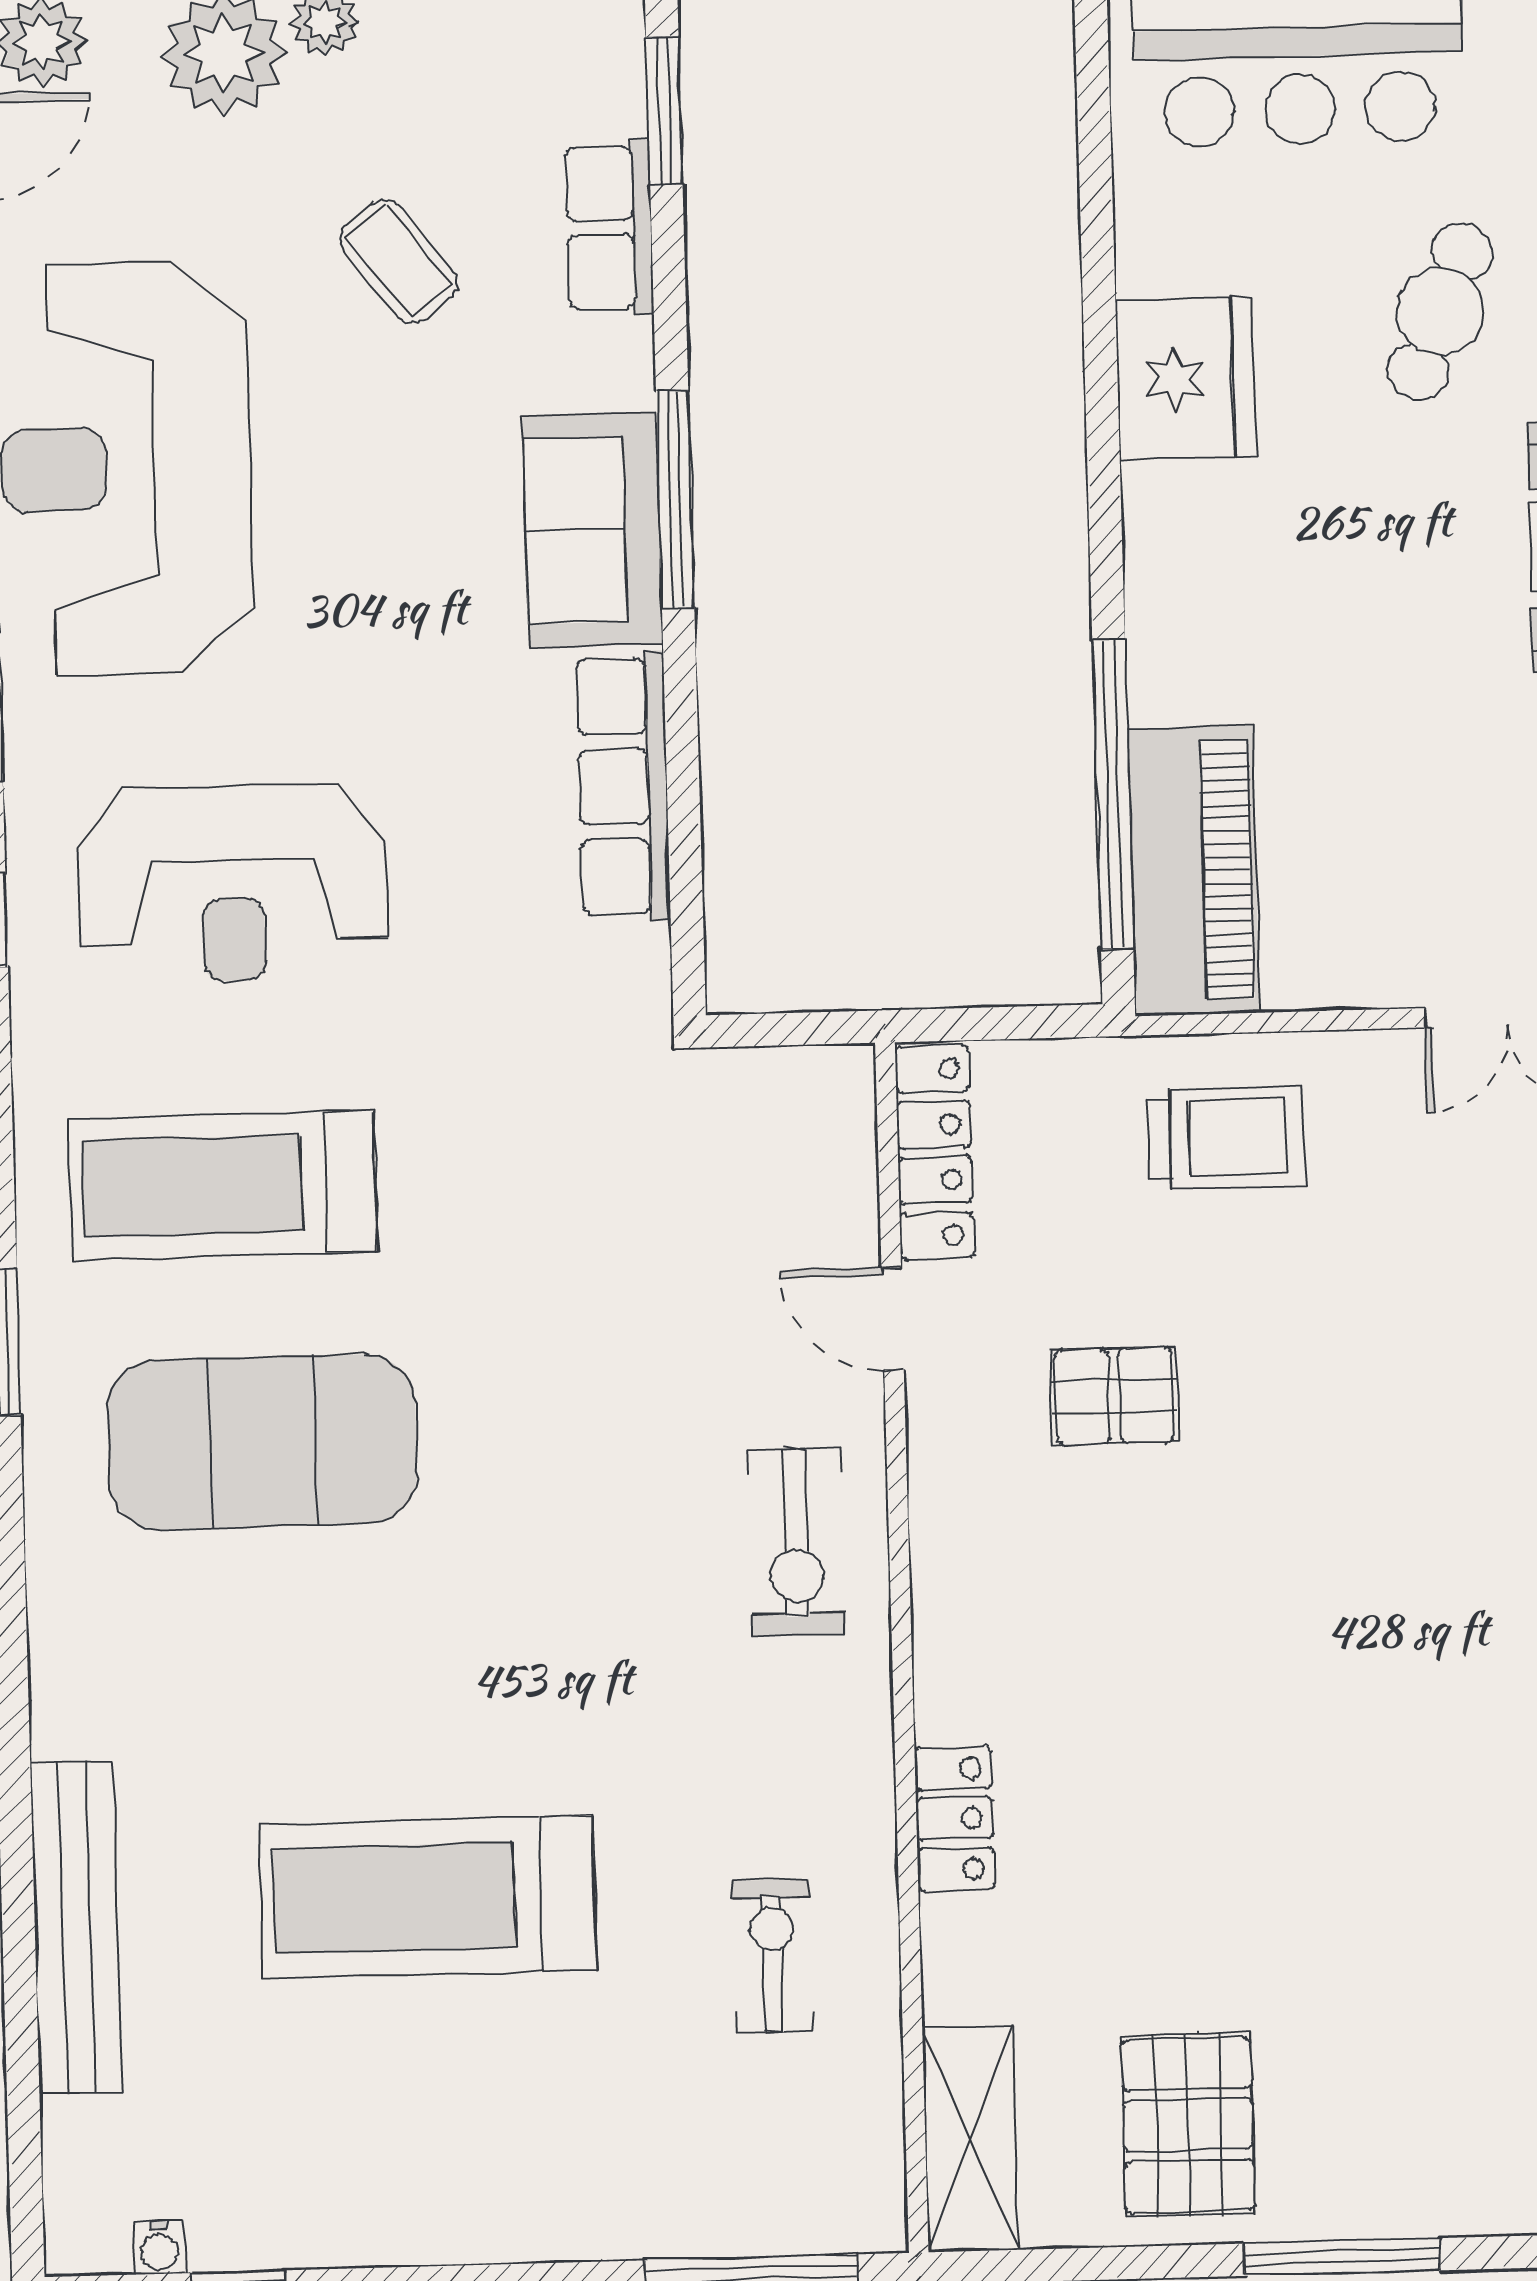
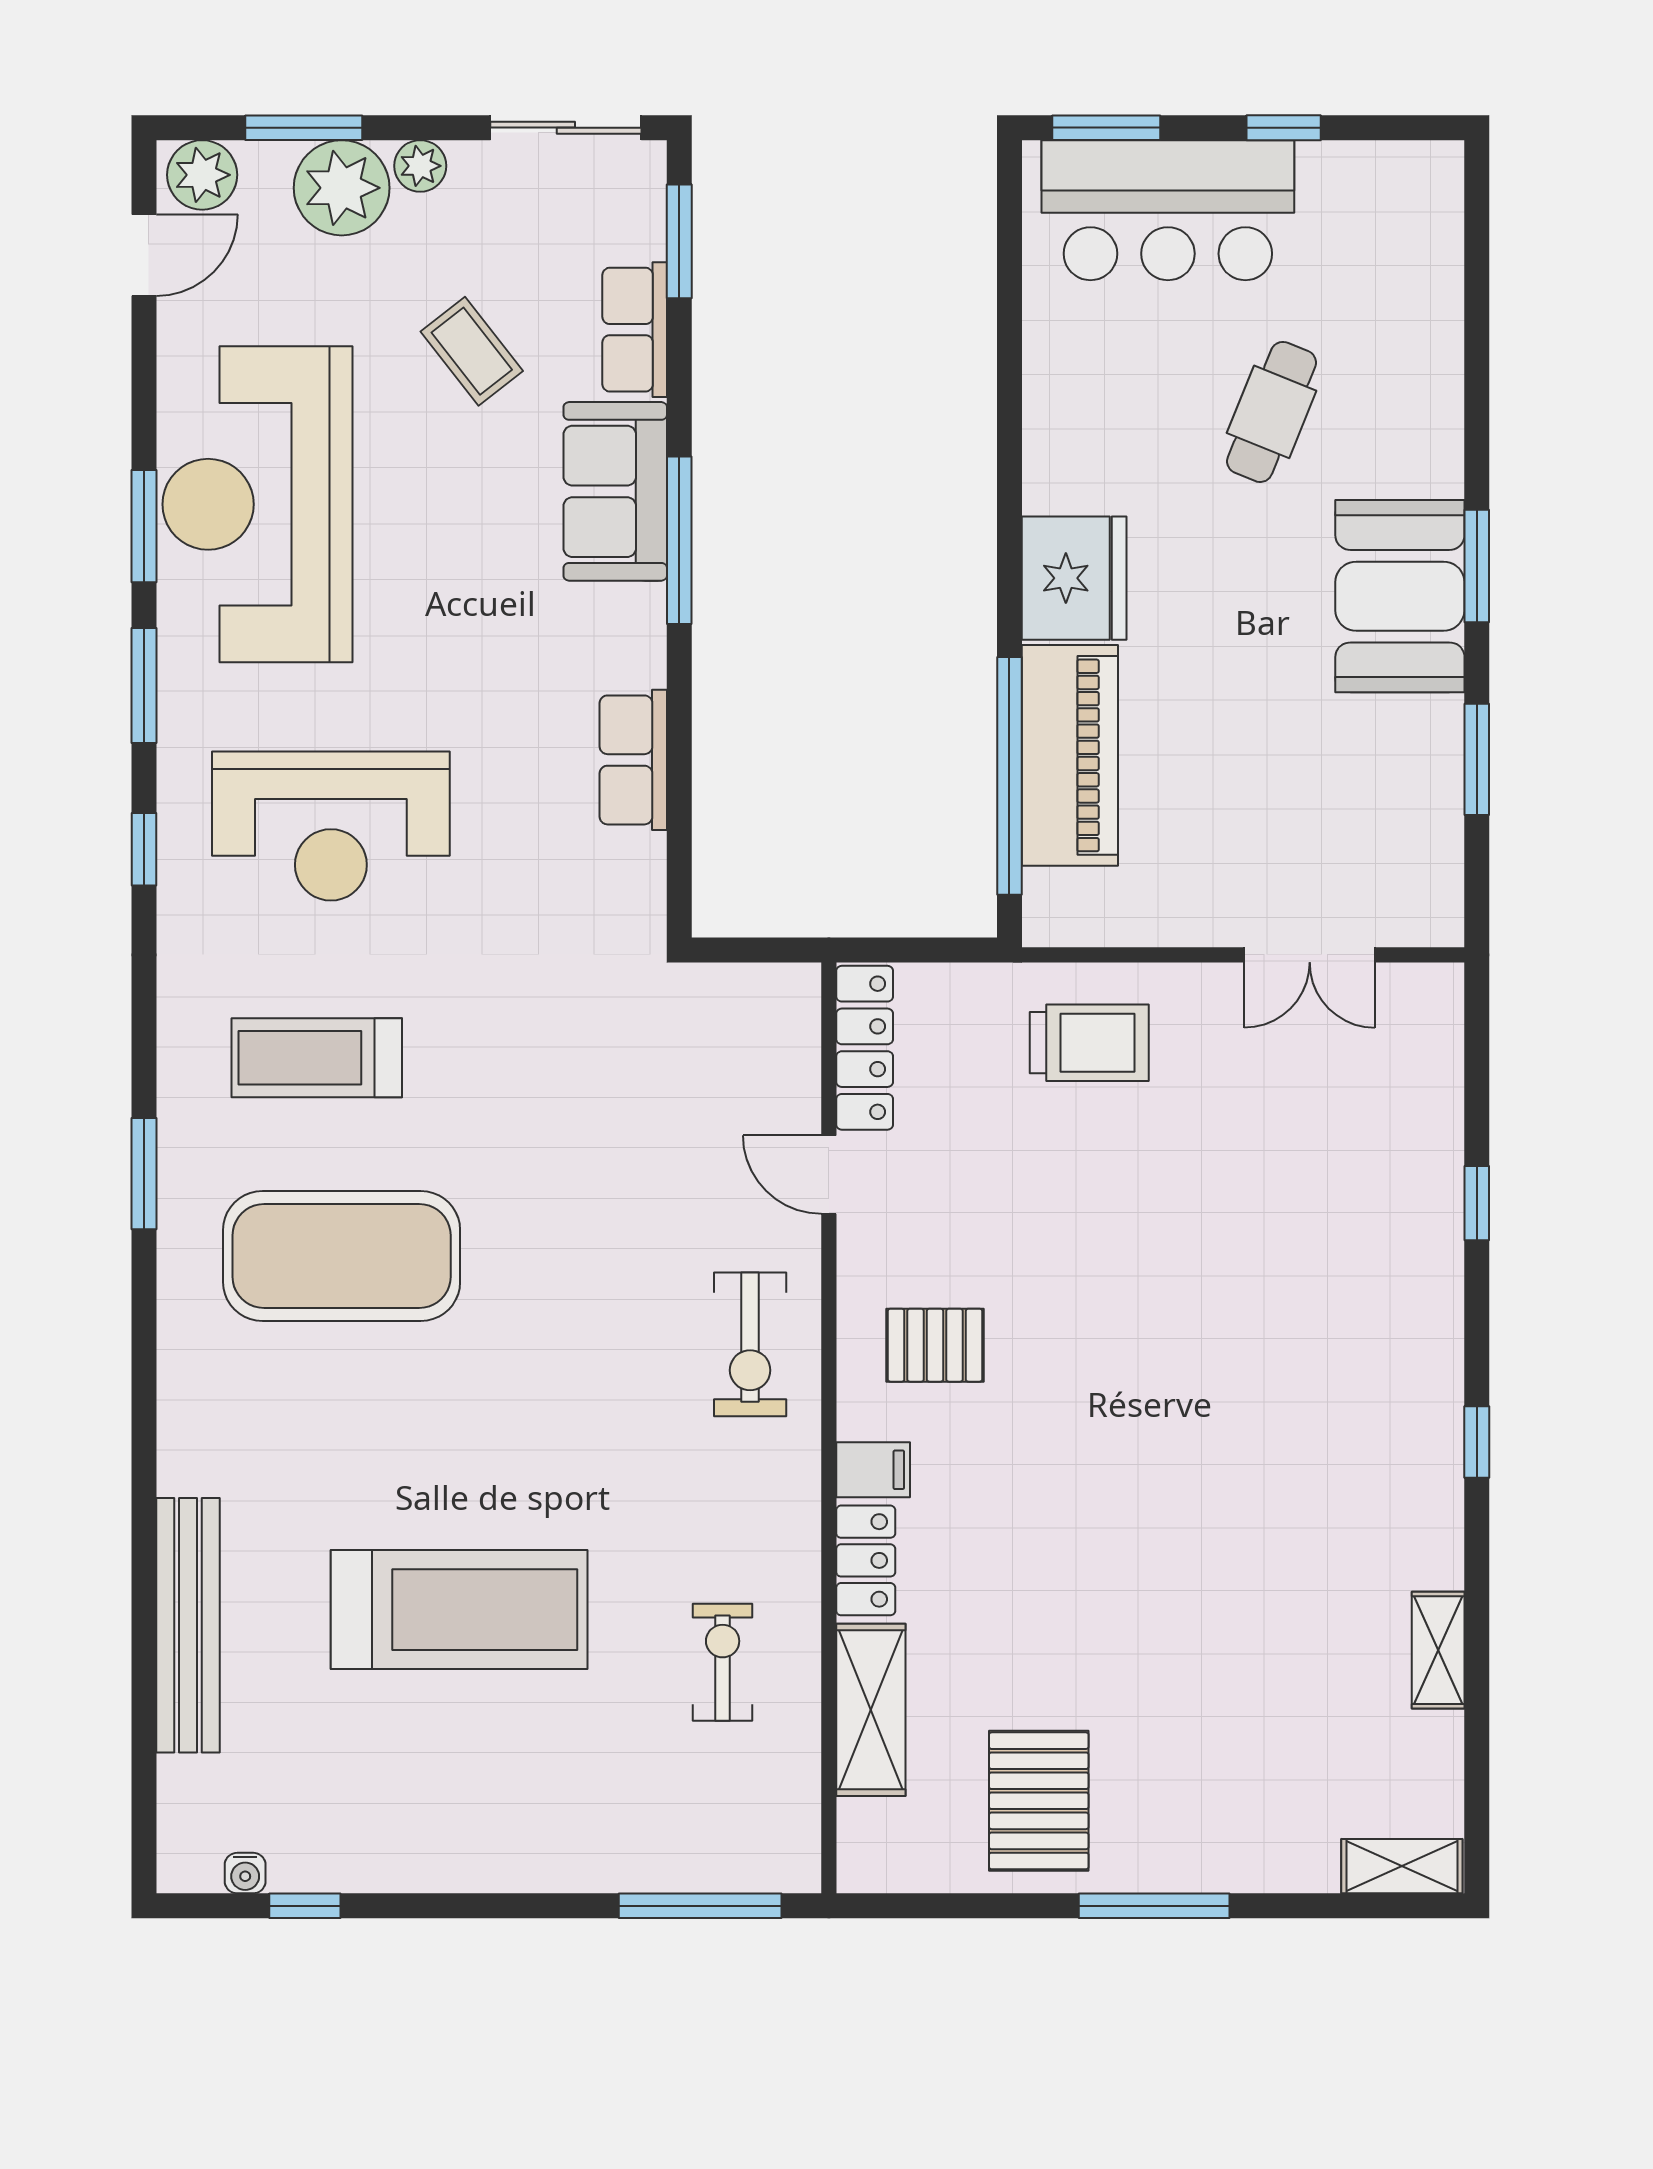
fridge: (1185, 379) -> (1074, 578), moved
sofa: (593, 530) -> (615, 491), moved
row of seats: (623, 787) -> (633, 760), width x0.68
piano: (1194, 871) -> (1070, 755), moved
treadmill: (223, 1185) -> (317, 1058), width x0.73, depth x0.73
pallet: (1114, 1396) -> (935, 1345), moved
filing cabinet: (961, 1701) -> (873, 1470), added
treadmill: (428, 1897) -> (459, 1610), turned 180
shelving: (970, 2139) -> (871, 1710), moved

